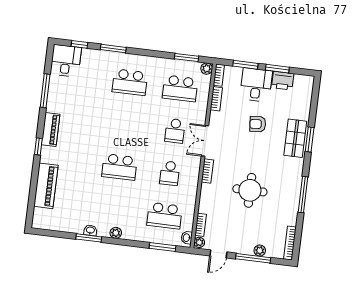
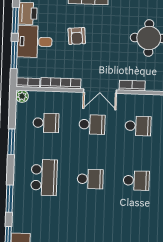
window: (187, 58) -> (11, 142), moved
school desk: (180, 88) -> (46, 123), width x0.54
bookcase: (216, 99) -> (61, 83), width x1.56
school desk: (125, 125) -> (90, 179), added
school desk: (119, 167) -> (136, 181), width x0.54

